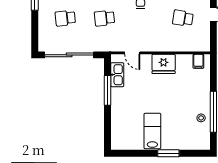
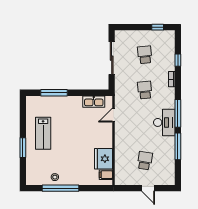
sliding door: (69, 55) -> (112, 58), width x0.73
fridge: (164, 64) -> (103, 159), moved
window: (108, 90) -> (54, 93), moved
lab bench: (152, 131) -> (43, 133), turned 90

